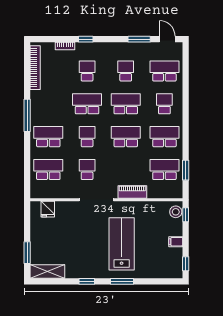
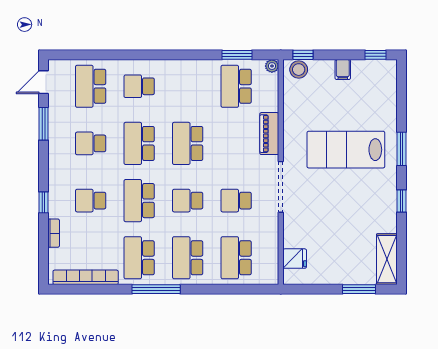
school desk: (164, 137) -> (139, 258), moved
plant: (178, 194) -> (272, 66), added

